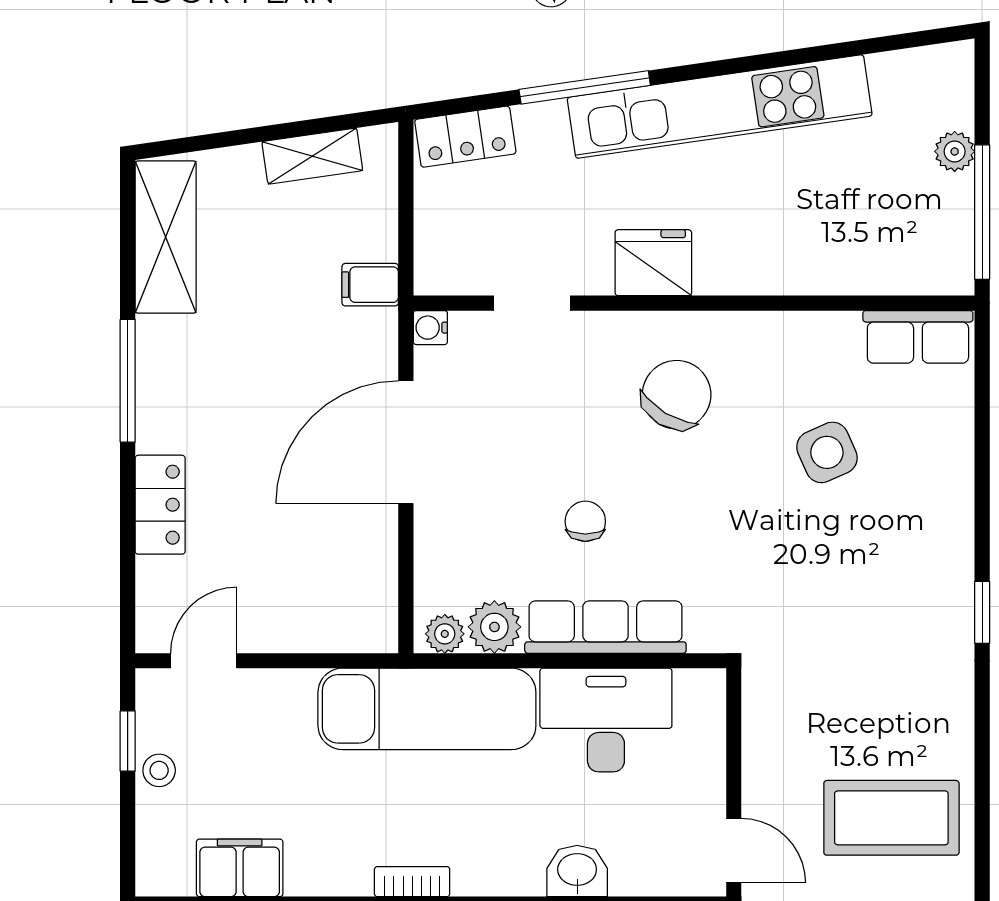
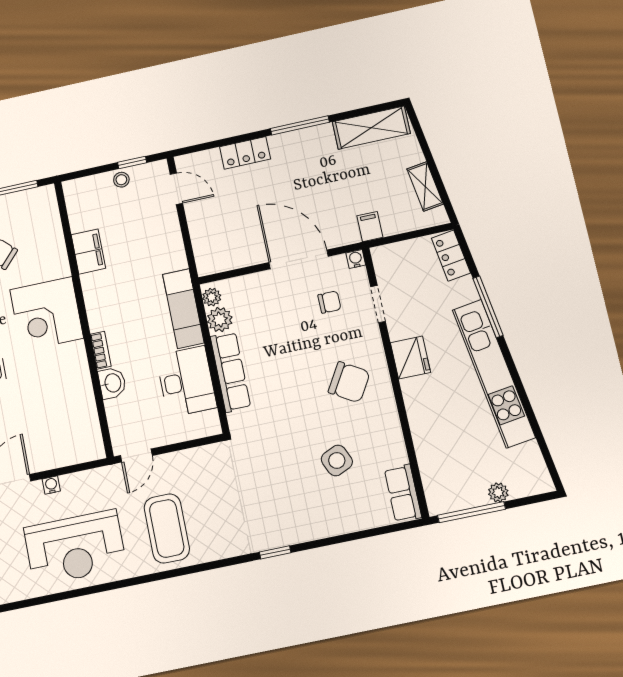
chair: (585, 521) -> (329, 302), moved
exam couch: (427, 709) -> (183, 309), width x0.73, depth x0.69
filing cabinet: (240, 868) -> (88, 252), moved
bookcase: (412, 882) -> (101, 350), moved

